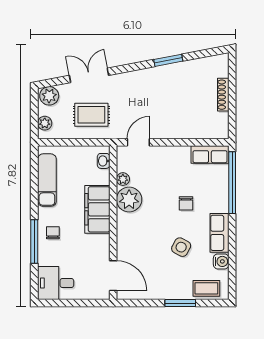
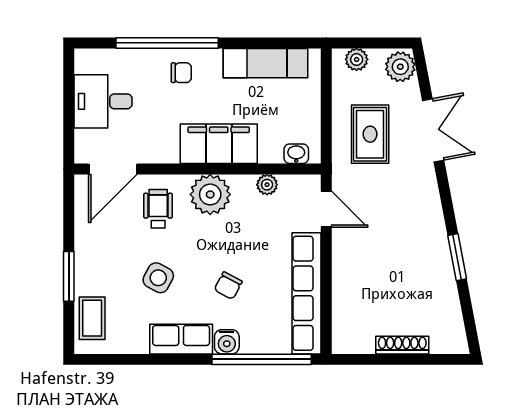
row of seats: (210, 154) -> (306, 293), width x2.02
plant: (129, 200) -> (210, 194), moved
chair: (186, 203) -> (228, 286), turned -62
window: (34, 242) -> (167, 43), width x1.46
wheelchair: (138, 247) -> (158, 209), added
water cooler: (221, 261) -> (227, 342), moved
desk: (56, 283) -> (103, 101), moved, turned -90

